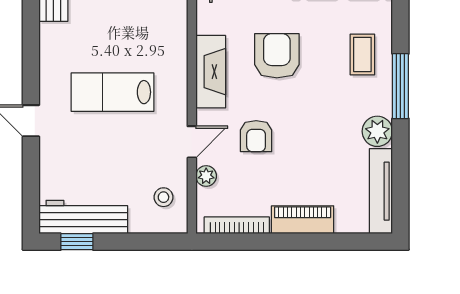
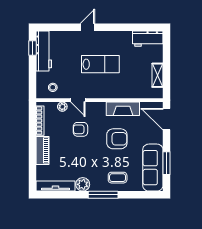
fireplace: (211, 72) -> (123, 109), moved
lab bench: (113, 92) -> (100, 64), turned 90

